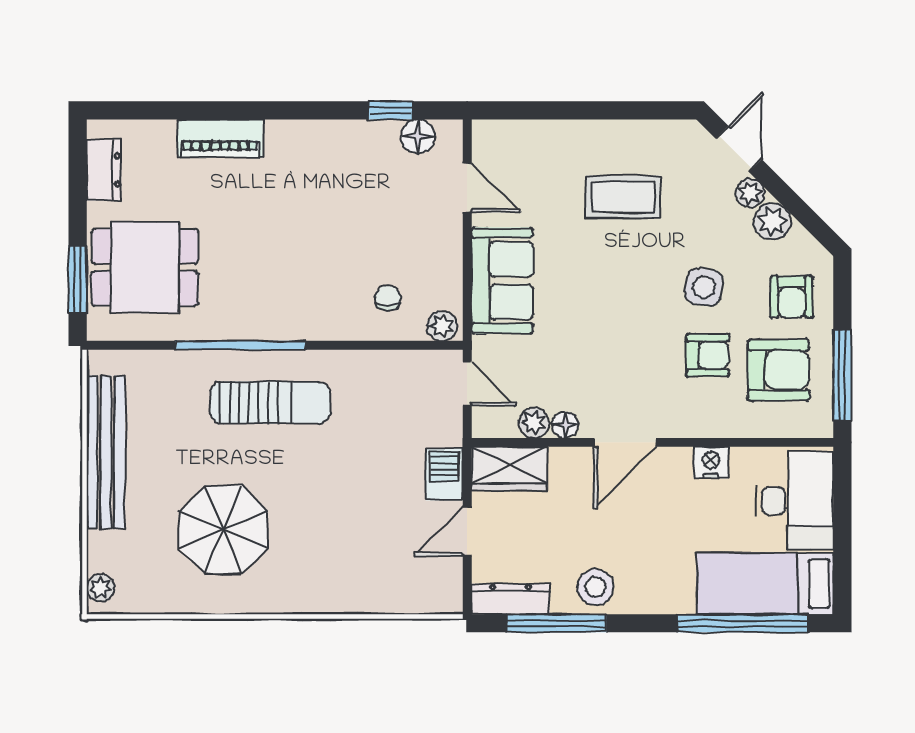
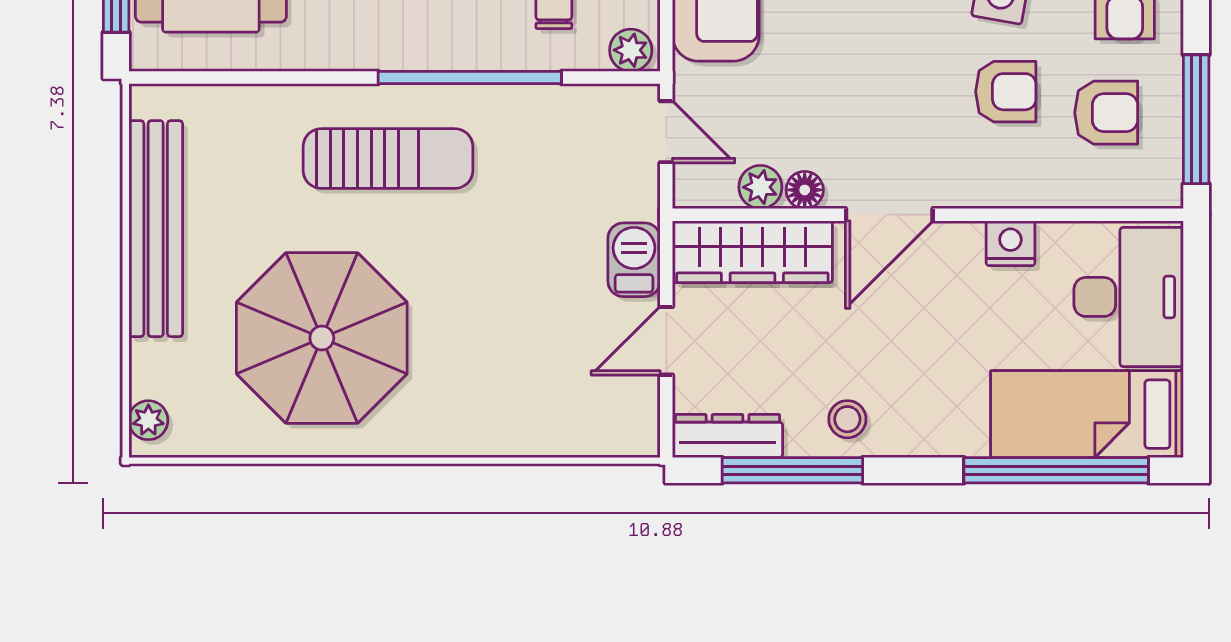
window: (241, 345) -> (470, 78), moved
armchair: (779, 370) -> (1106, 113), width x0.72, depth x0.72
wardrobe: (509, 469) -> (752, 252), width x1.50
parasol: (223, 530) -> (322, 338), width x1.36, depth x1.36
stool: (595, 587) -> (847, 419), width x0.73, depth x0.73

